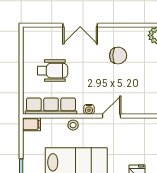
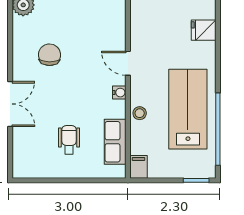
wheelchair: (53, 71) -> (69, 140), width x0.73, depth x0.73
row of seats: (51, 106) -> (115, 142), width x0.68

